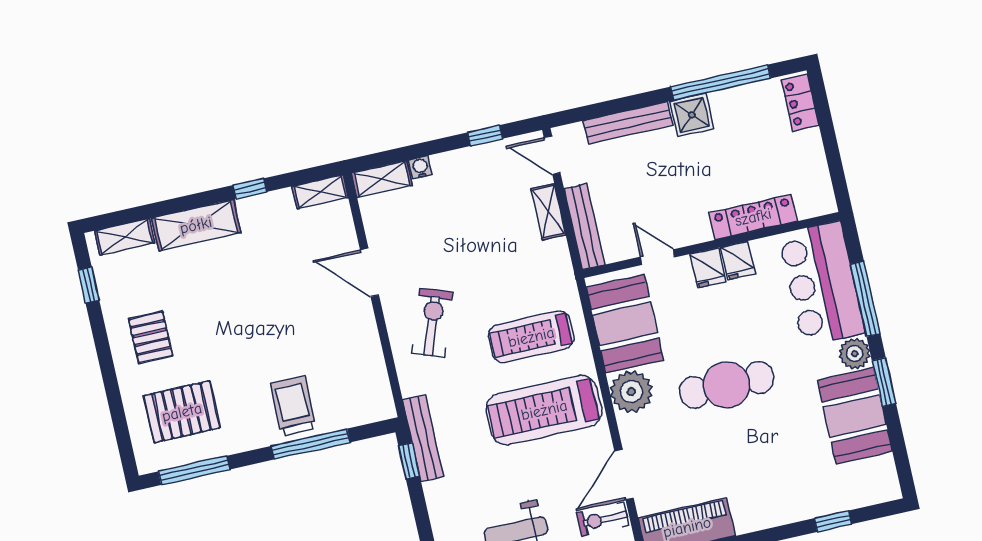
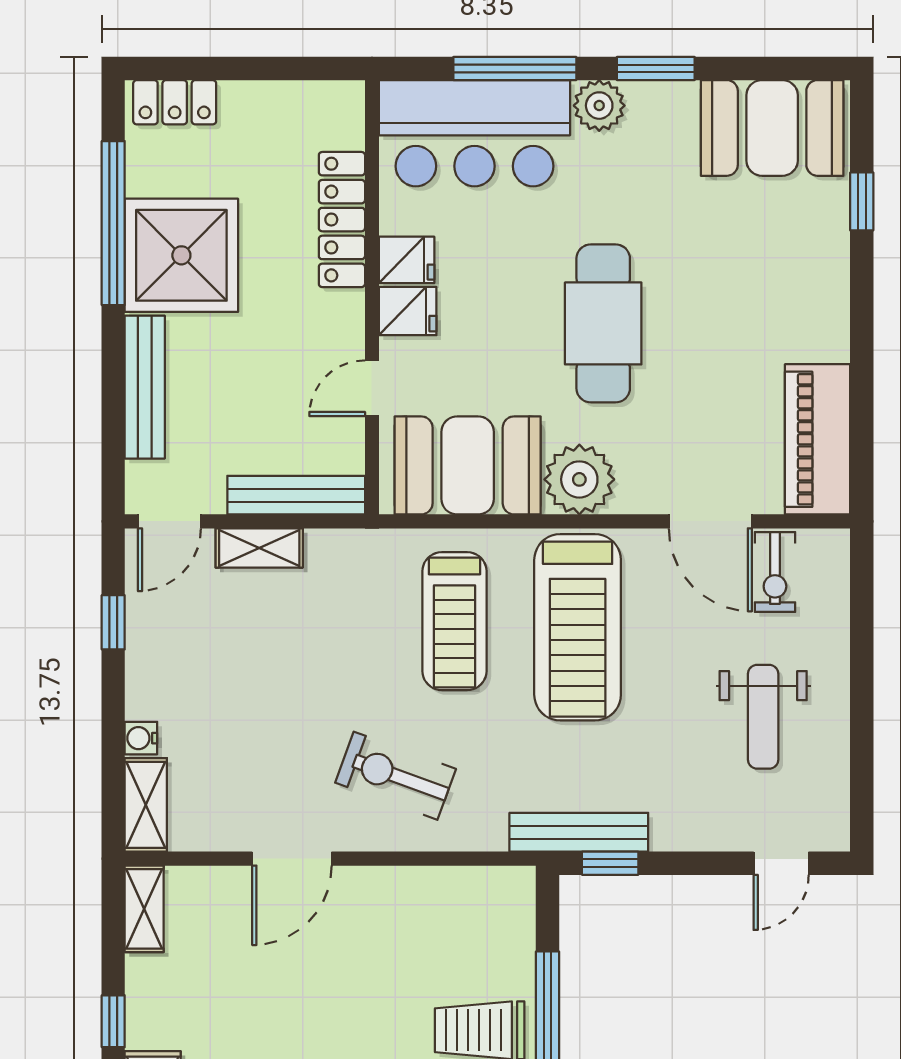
shower: (692, 115) -> (181, 255), width x1.86, depth x1.86
booth: (855, 416) -> (772, 128), moved

